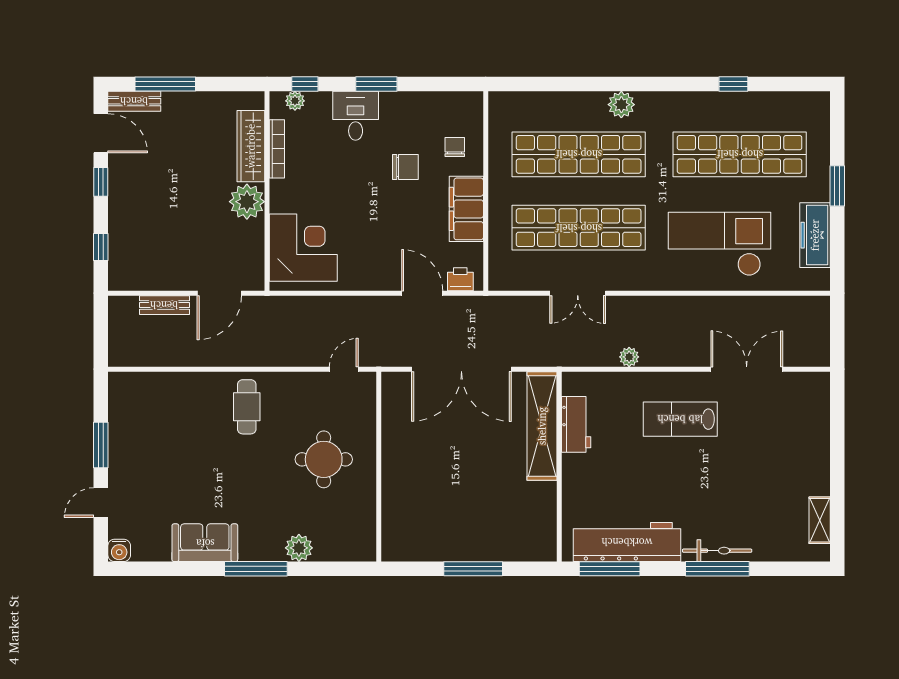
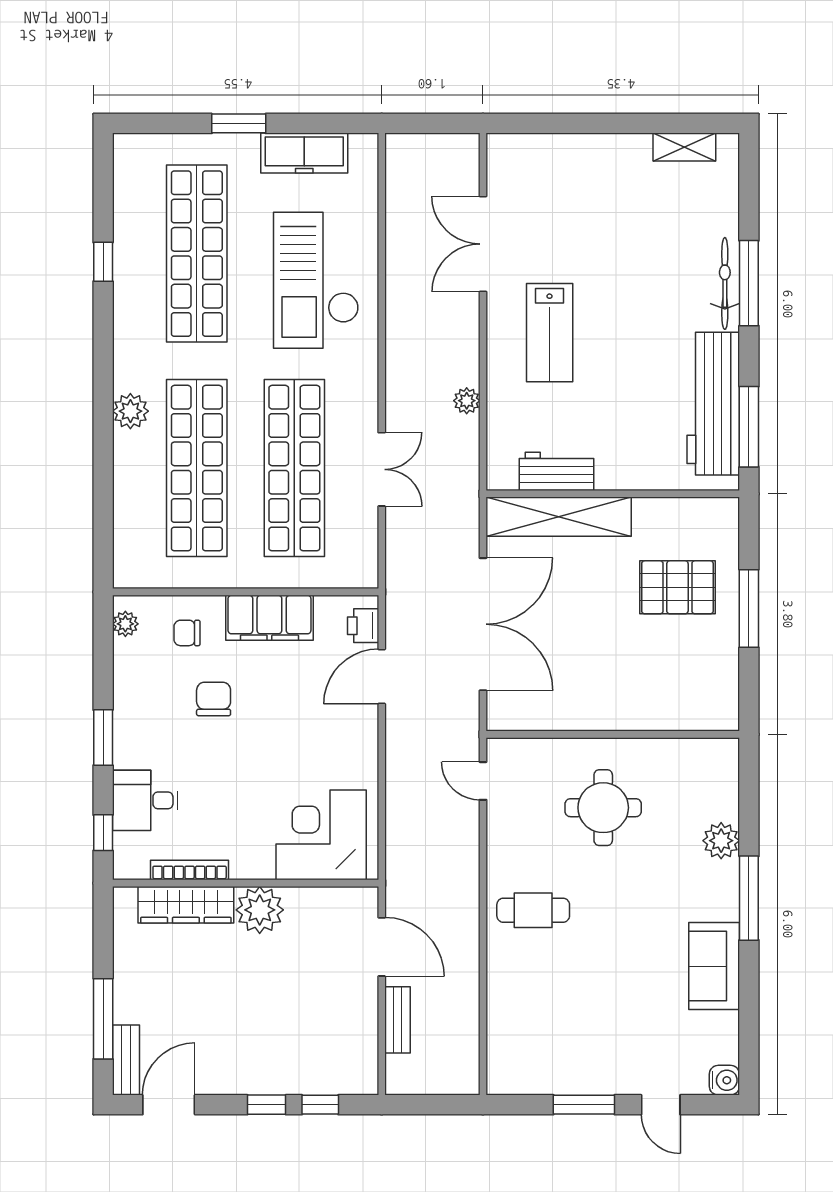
plant: (295, 101) -> (125, 624), moved
desk: (356, 116) -> (145, 800), moved
window: (101, 182) -> (267, 1105), moved
pallet: (489, 515) -> (677, 587), added

